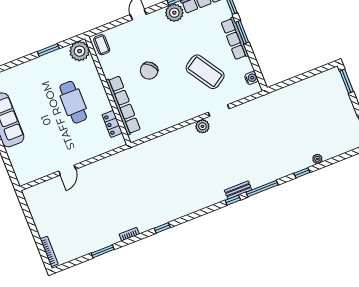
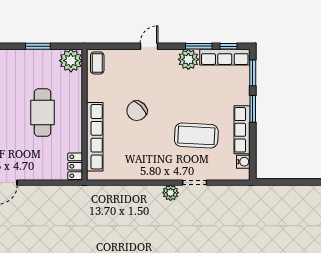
row of seats: (235, 39) -> (242, 130), moved
coffee table: (205, 72) -> (196, 135), turned -54
locker: (112, 124) -> (75, 166), moved

